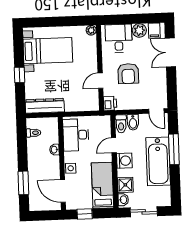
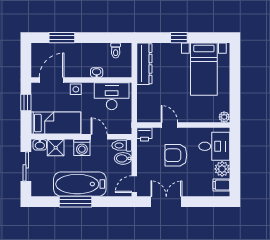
double door: (170, 52) -> (166, 202), moved
window: (174, 149) -> (76, 202), moved

